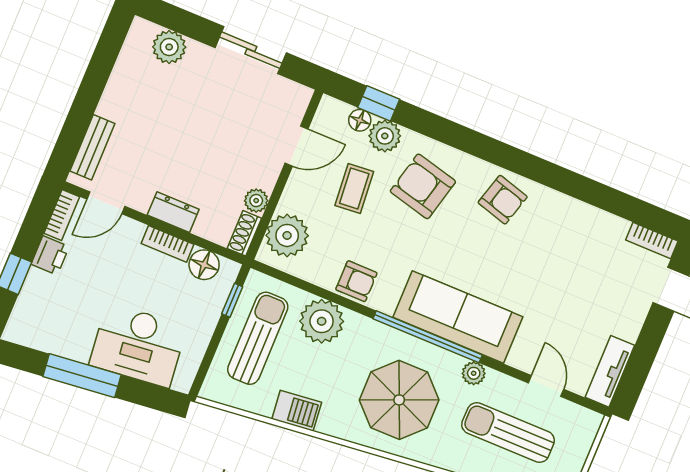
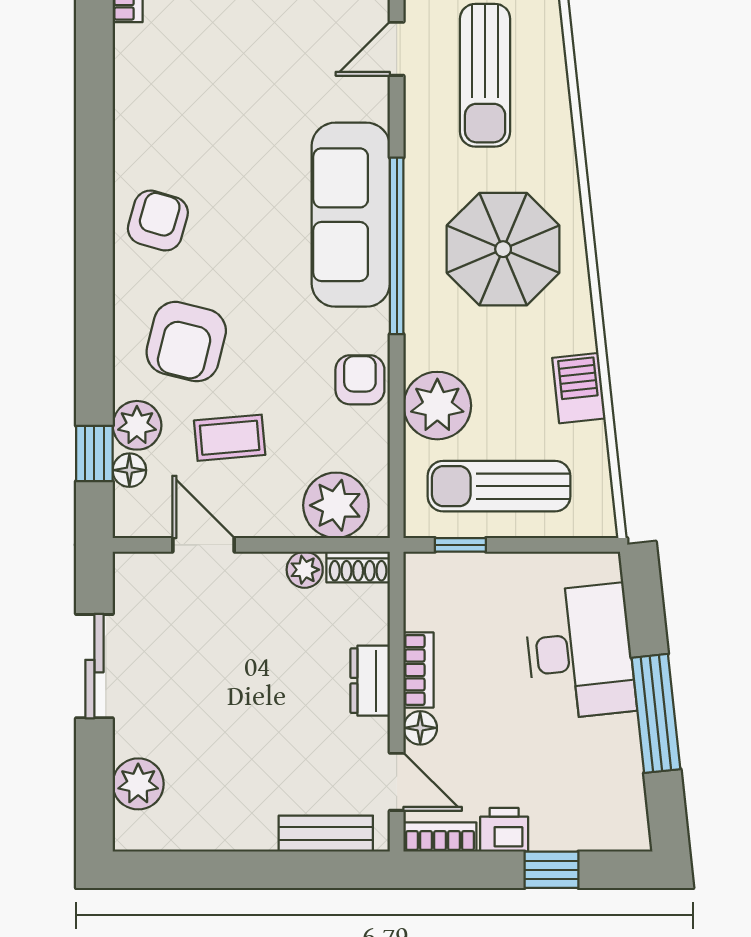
floor lamp: (204, 265) -> (420, 728), moved, width x0.73, depth x0.73
plant: (474, 373) -> (421, 159), removed

